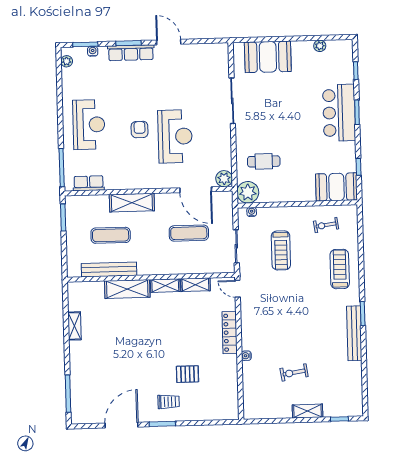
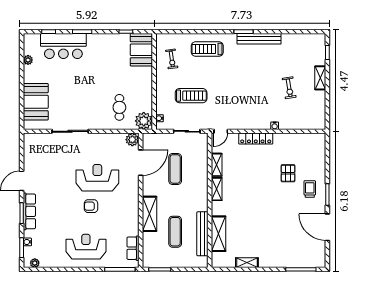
bar counter: (339, 113) -> (63, 46), moved
shelving: (127, 289) -> (219, 234), moved

